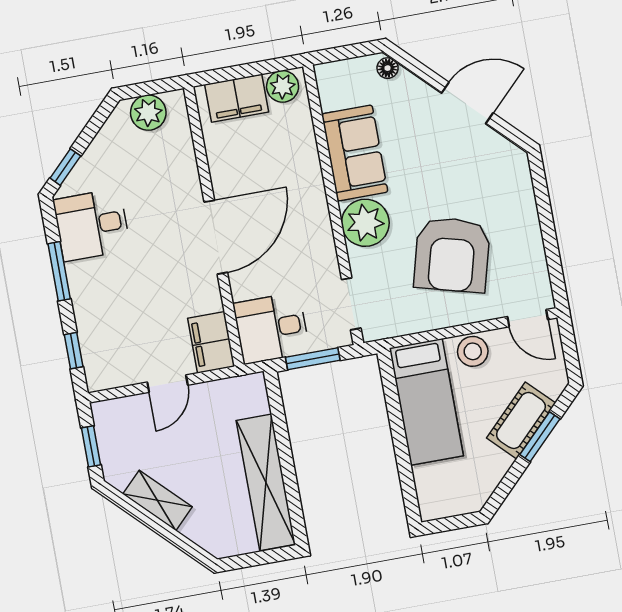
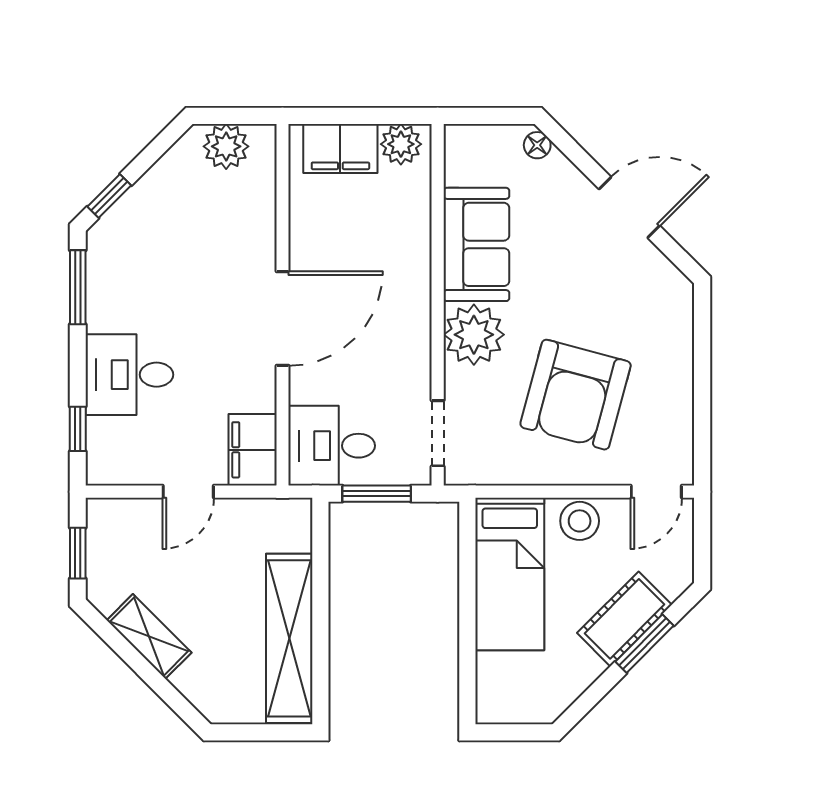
desk: (92, 225) -> (129, 375), moved
window: (59, 271) -> (78, 287), moved
door: (528, 318) -> (656, 492), hinge flipped

